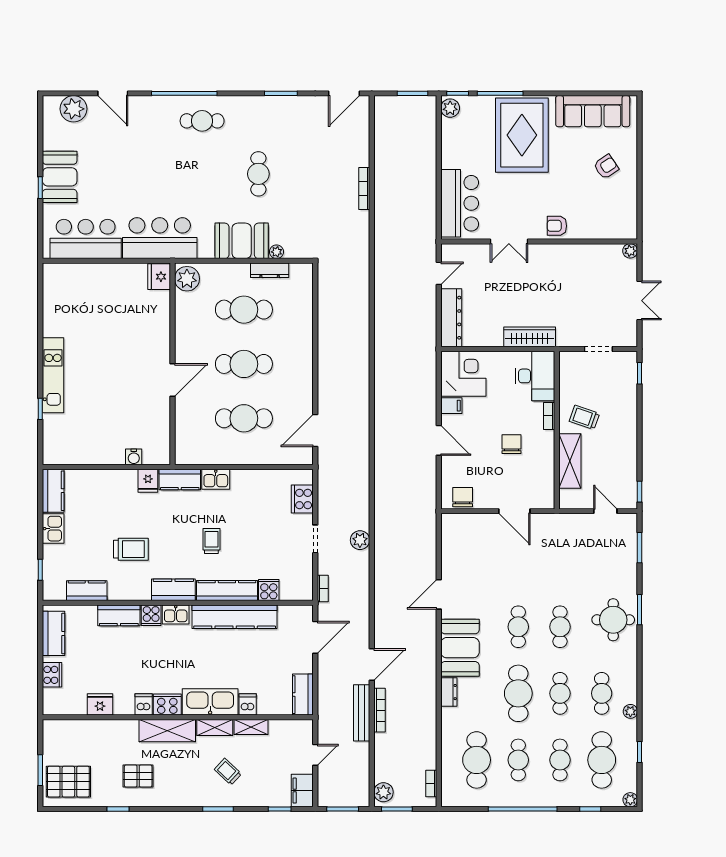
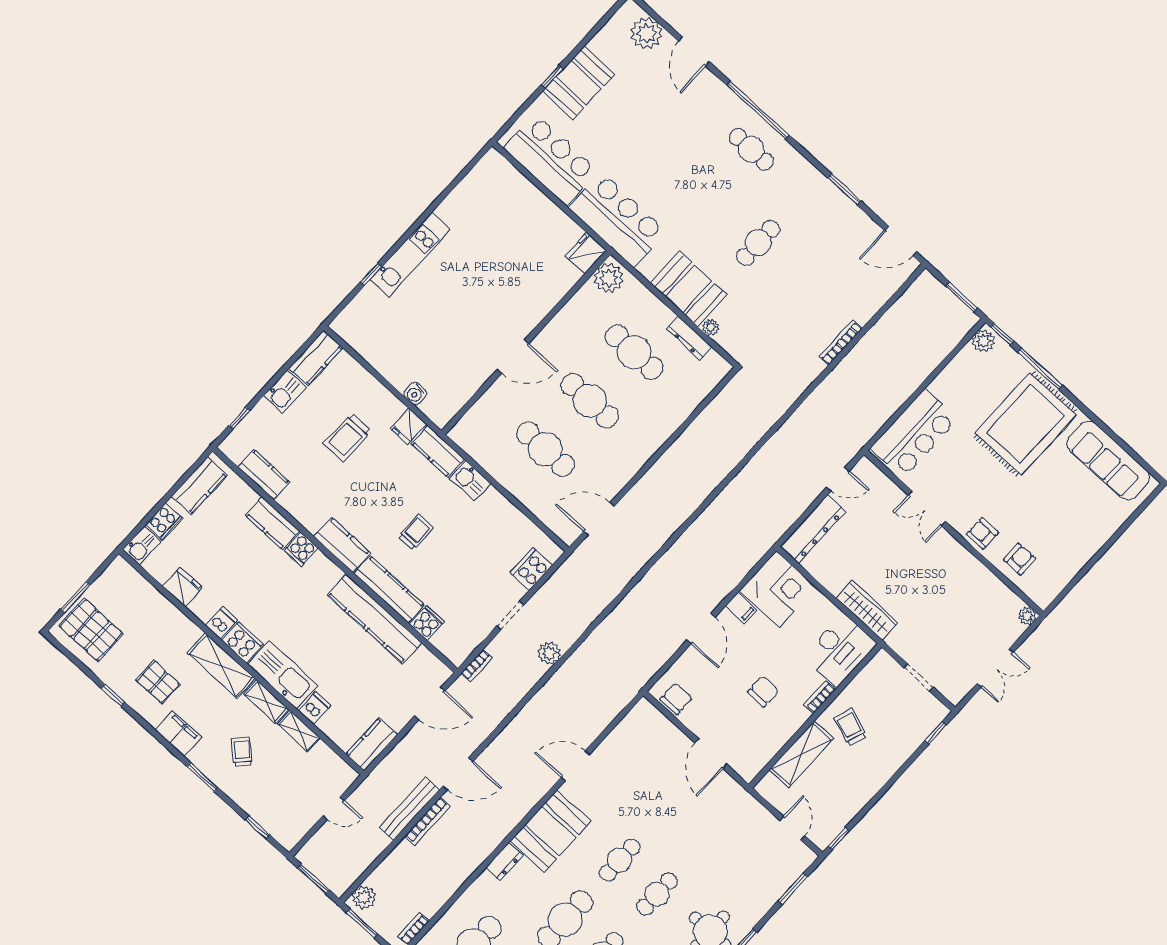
armchair: (606, 167) -> (1019, 559), moved, turned -56
trolley: (131, 549) -> (348, 437), moved, turned 90
kitchen sink: (176, 615) -> (142, 546), moved, turned -90
filing cabinet: (302, 791) -> (178, 734), moved, turned 90

